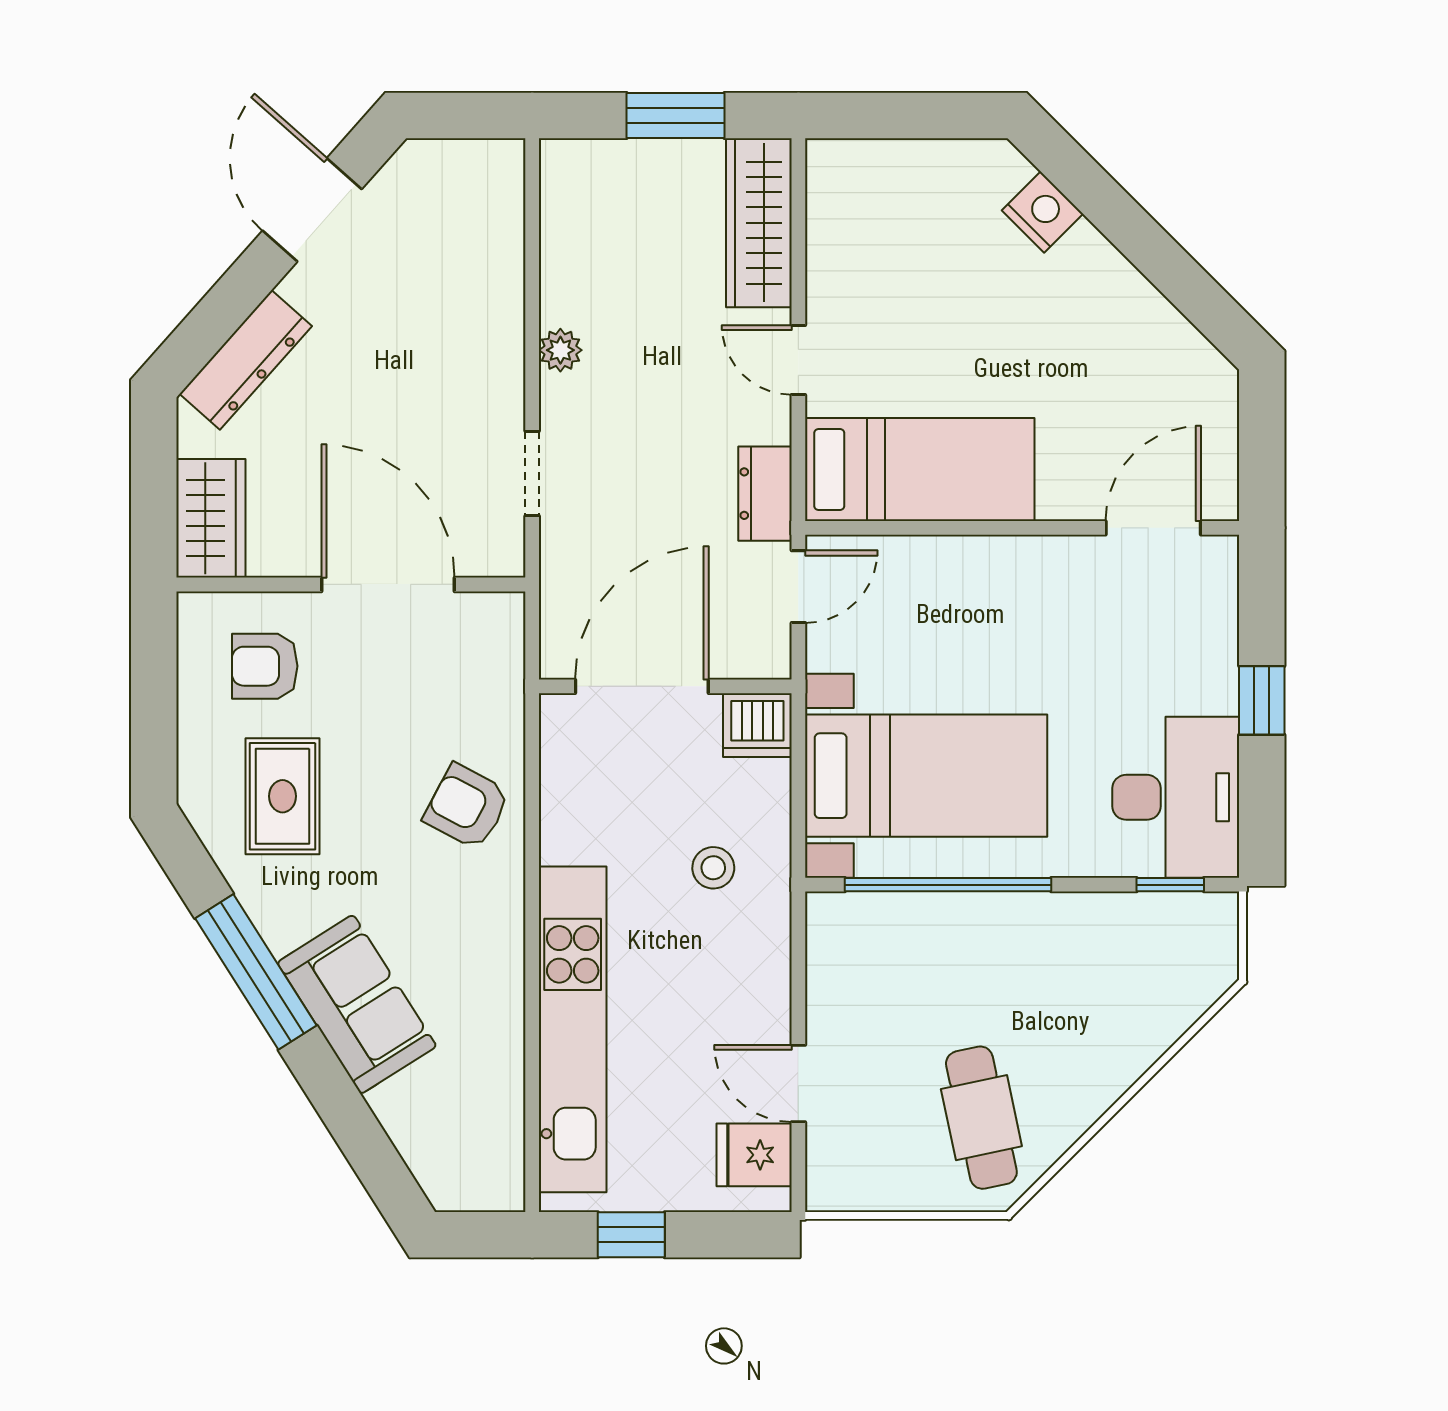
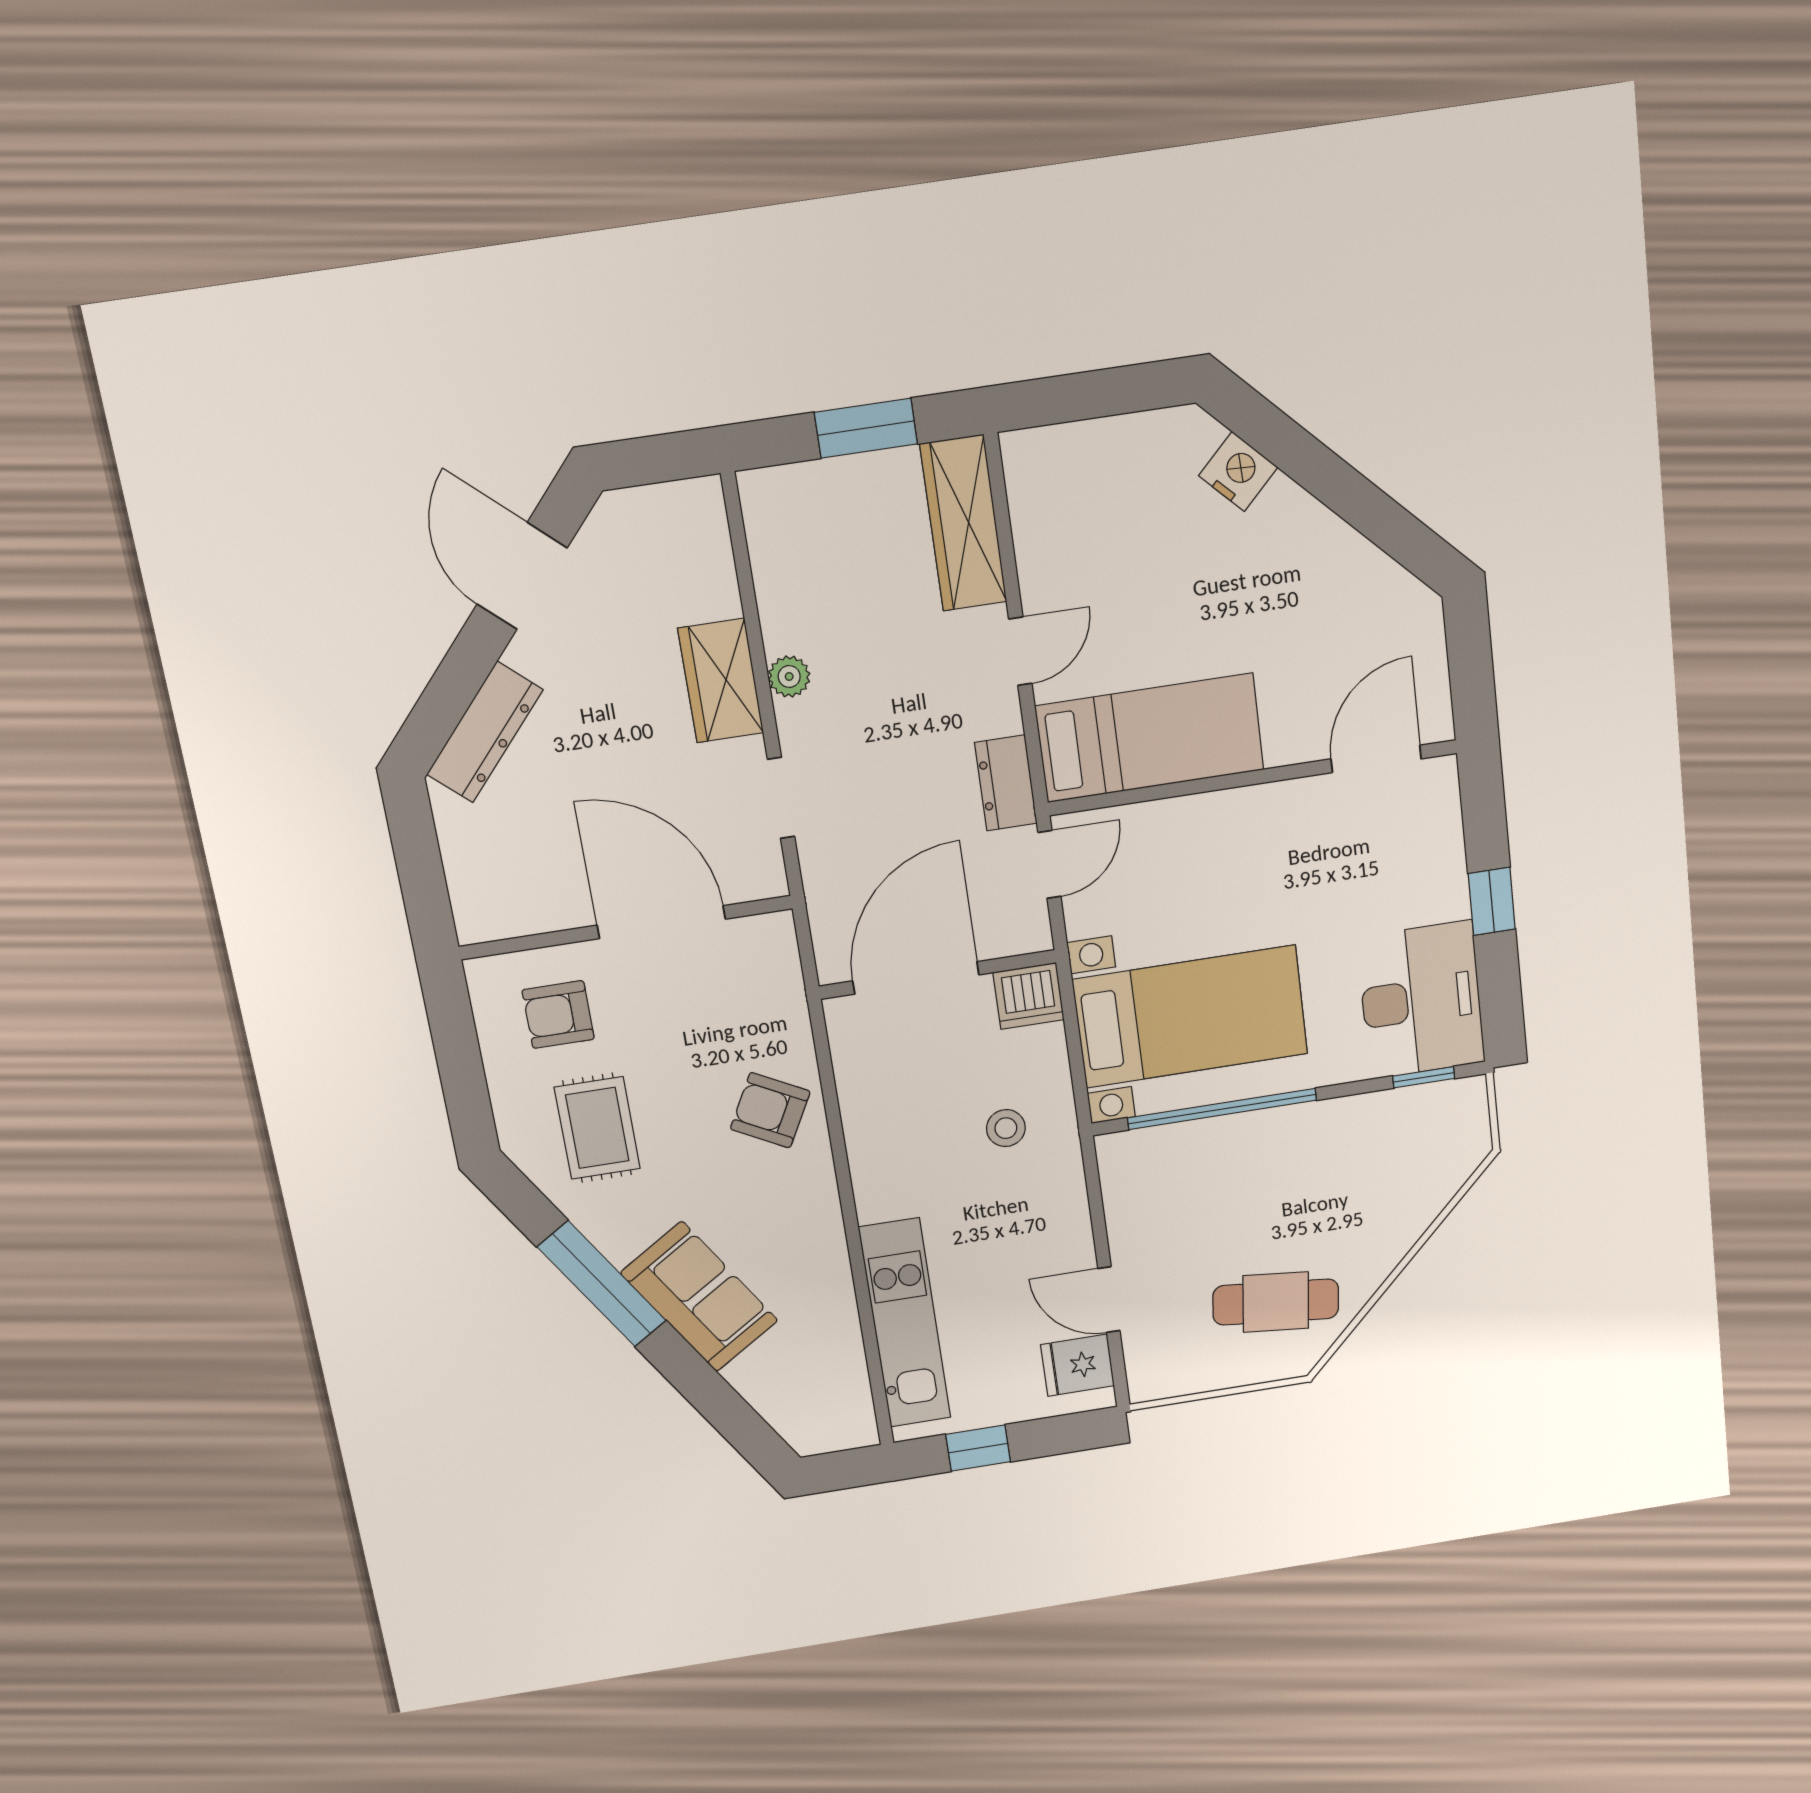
door: (798, 360) -> (1020, 651), swing flipped
wardrobe: (211, 518) -> (721, 681), moved, turned 180
kitchen unit: (573, 1029) -> (905, 1323), width x0.73
cafe table: (981, 1118) -> (1276, 1302), turned -72

